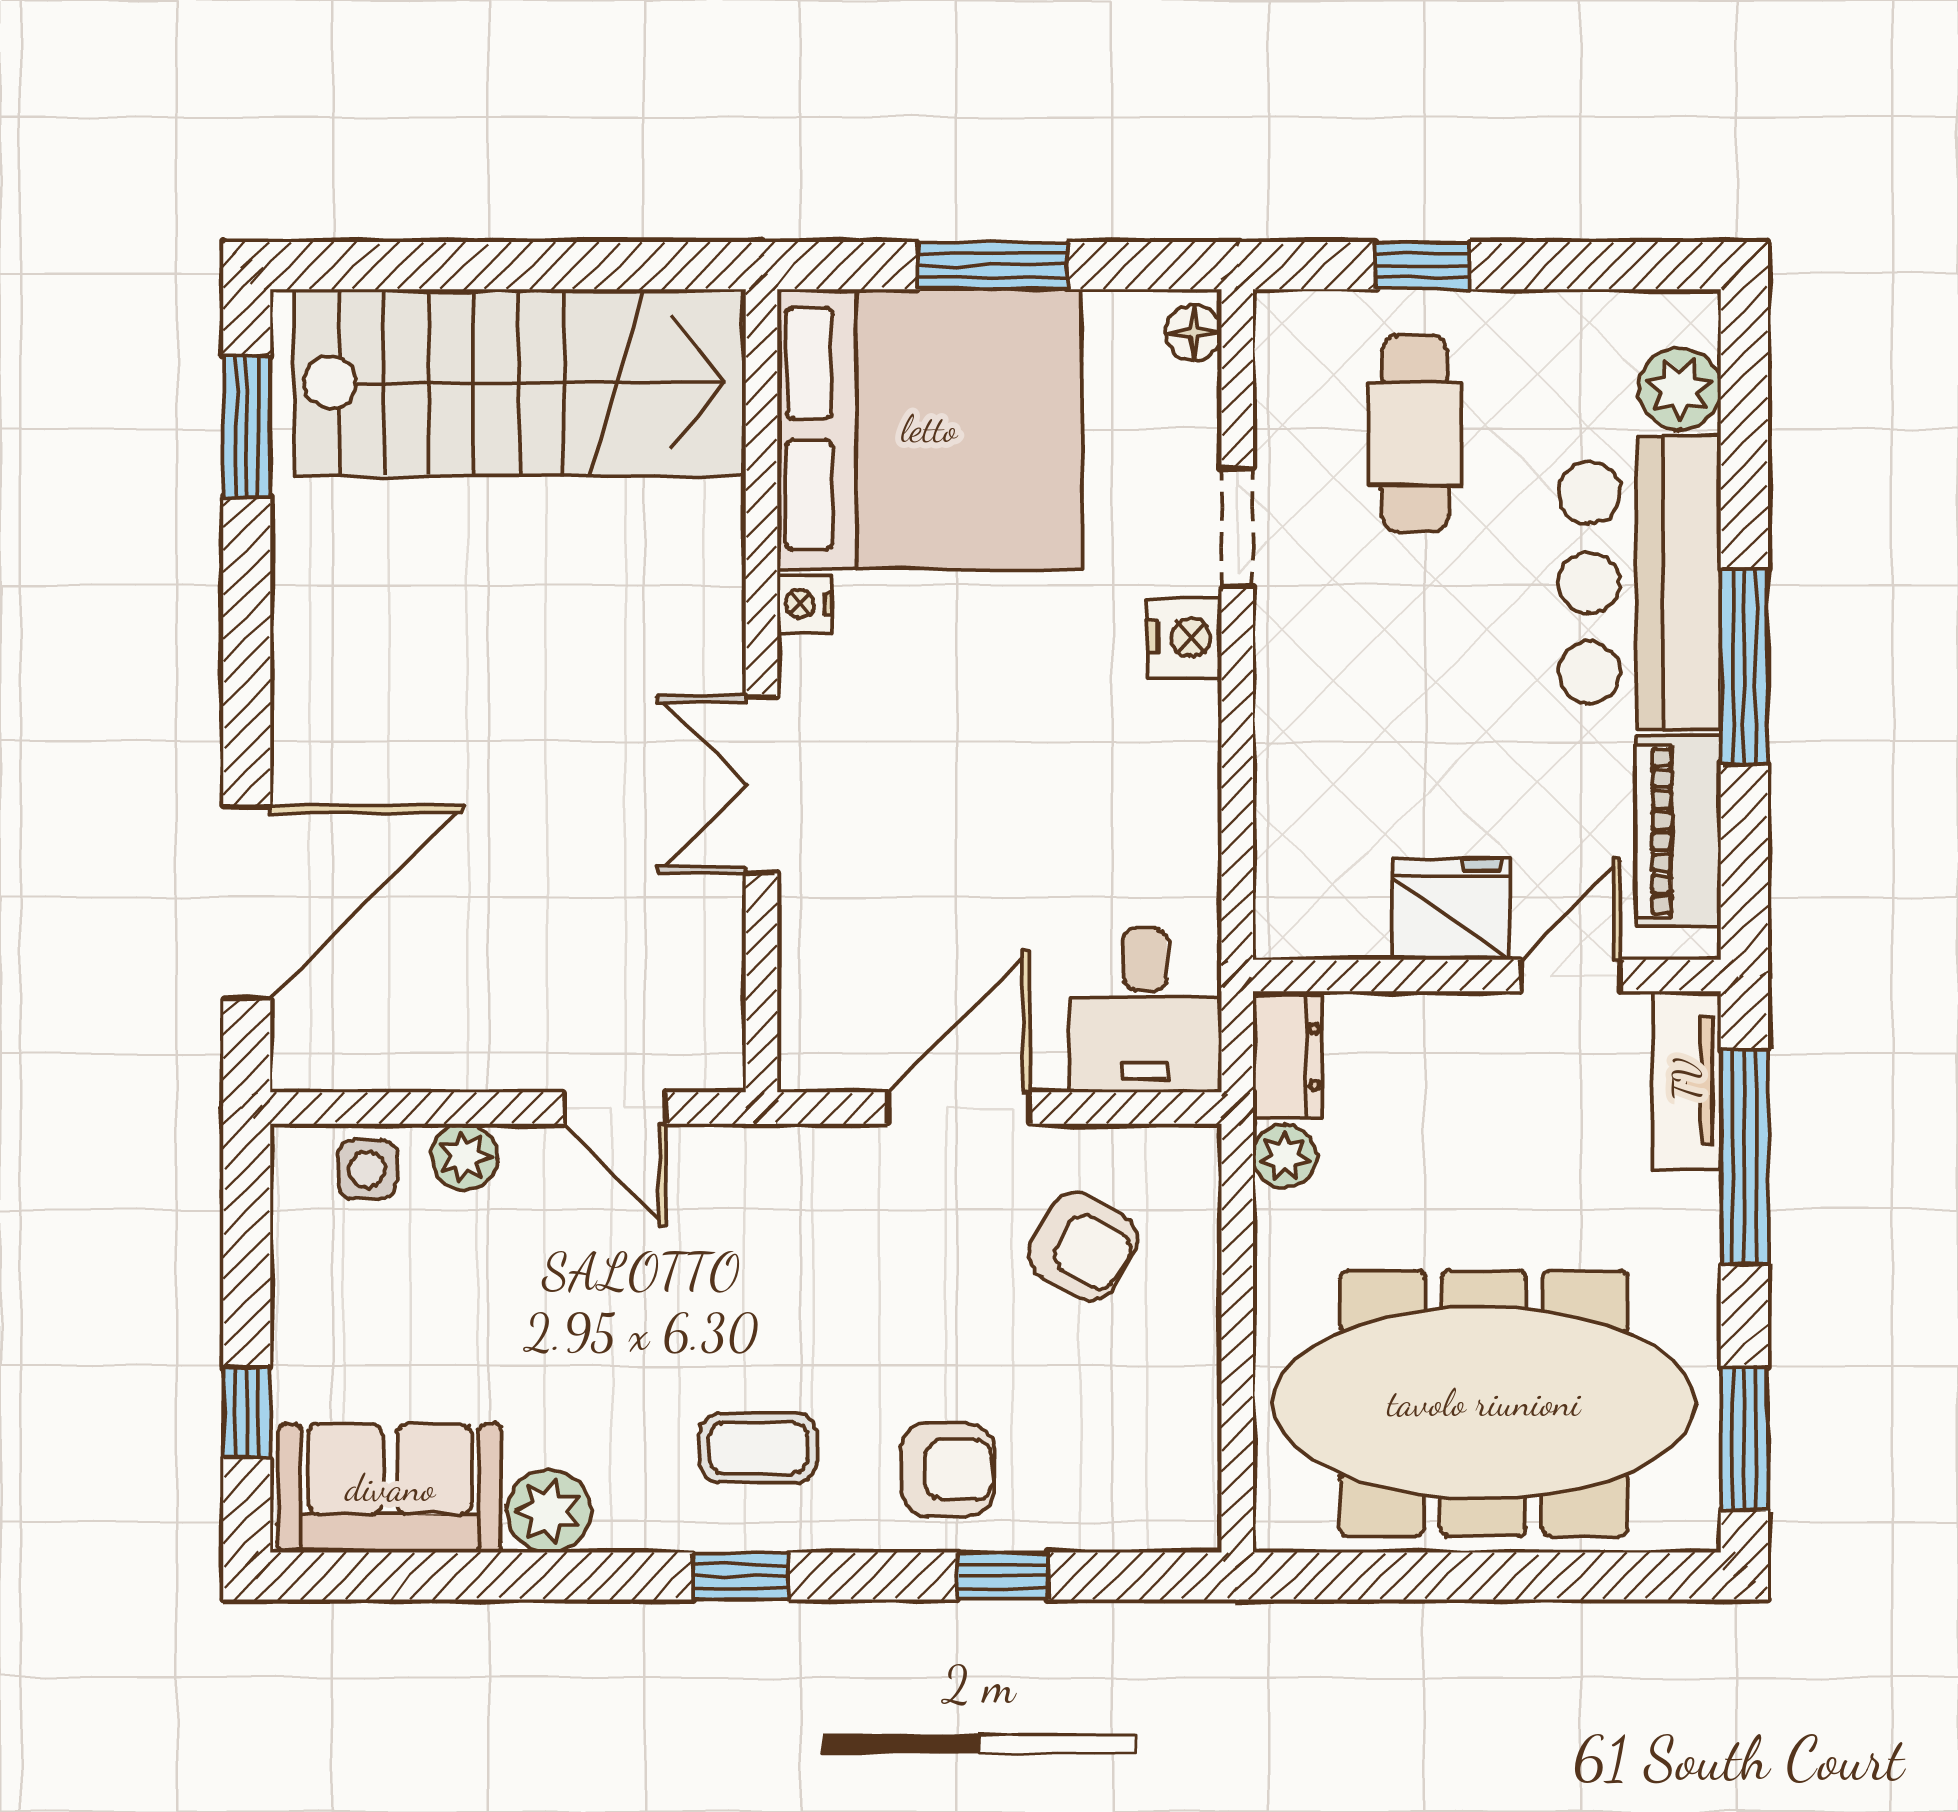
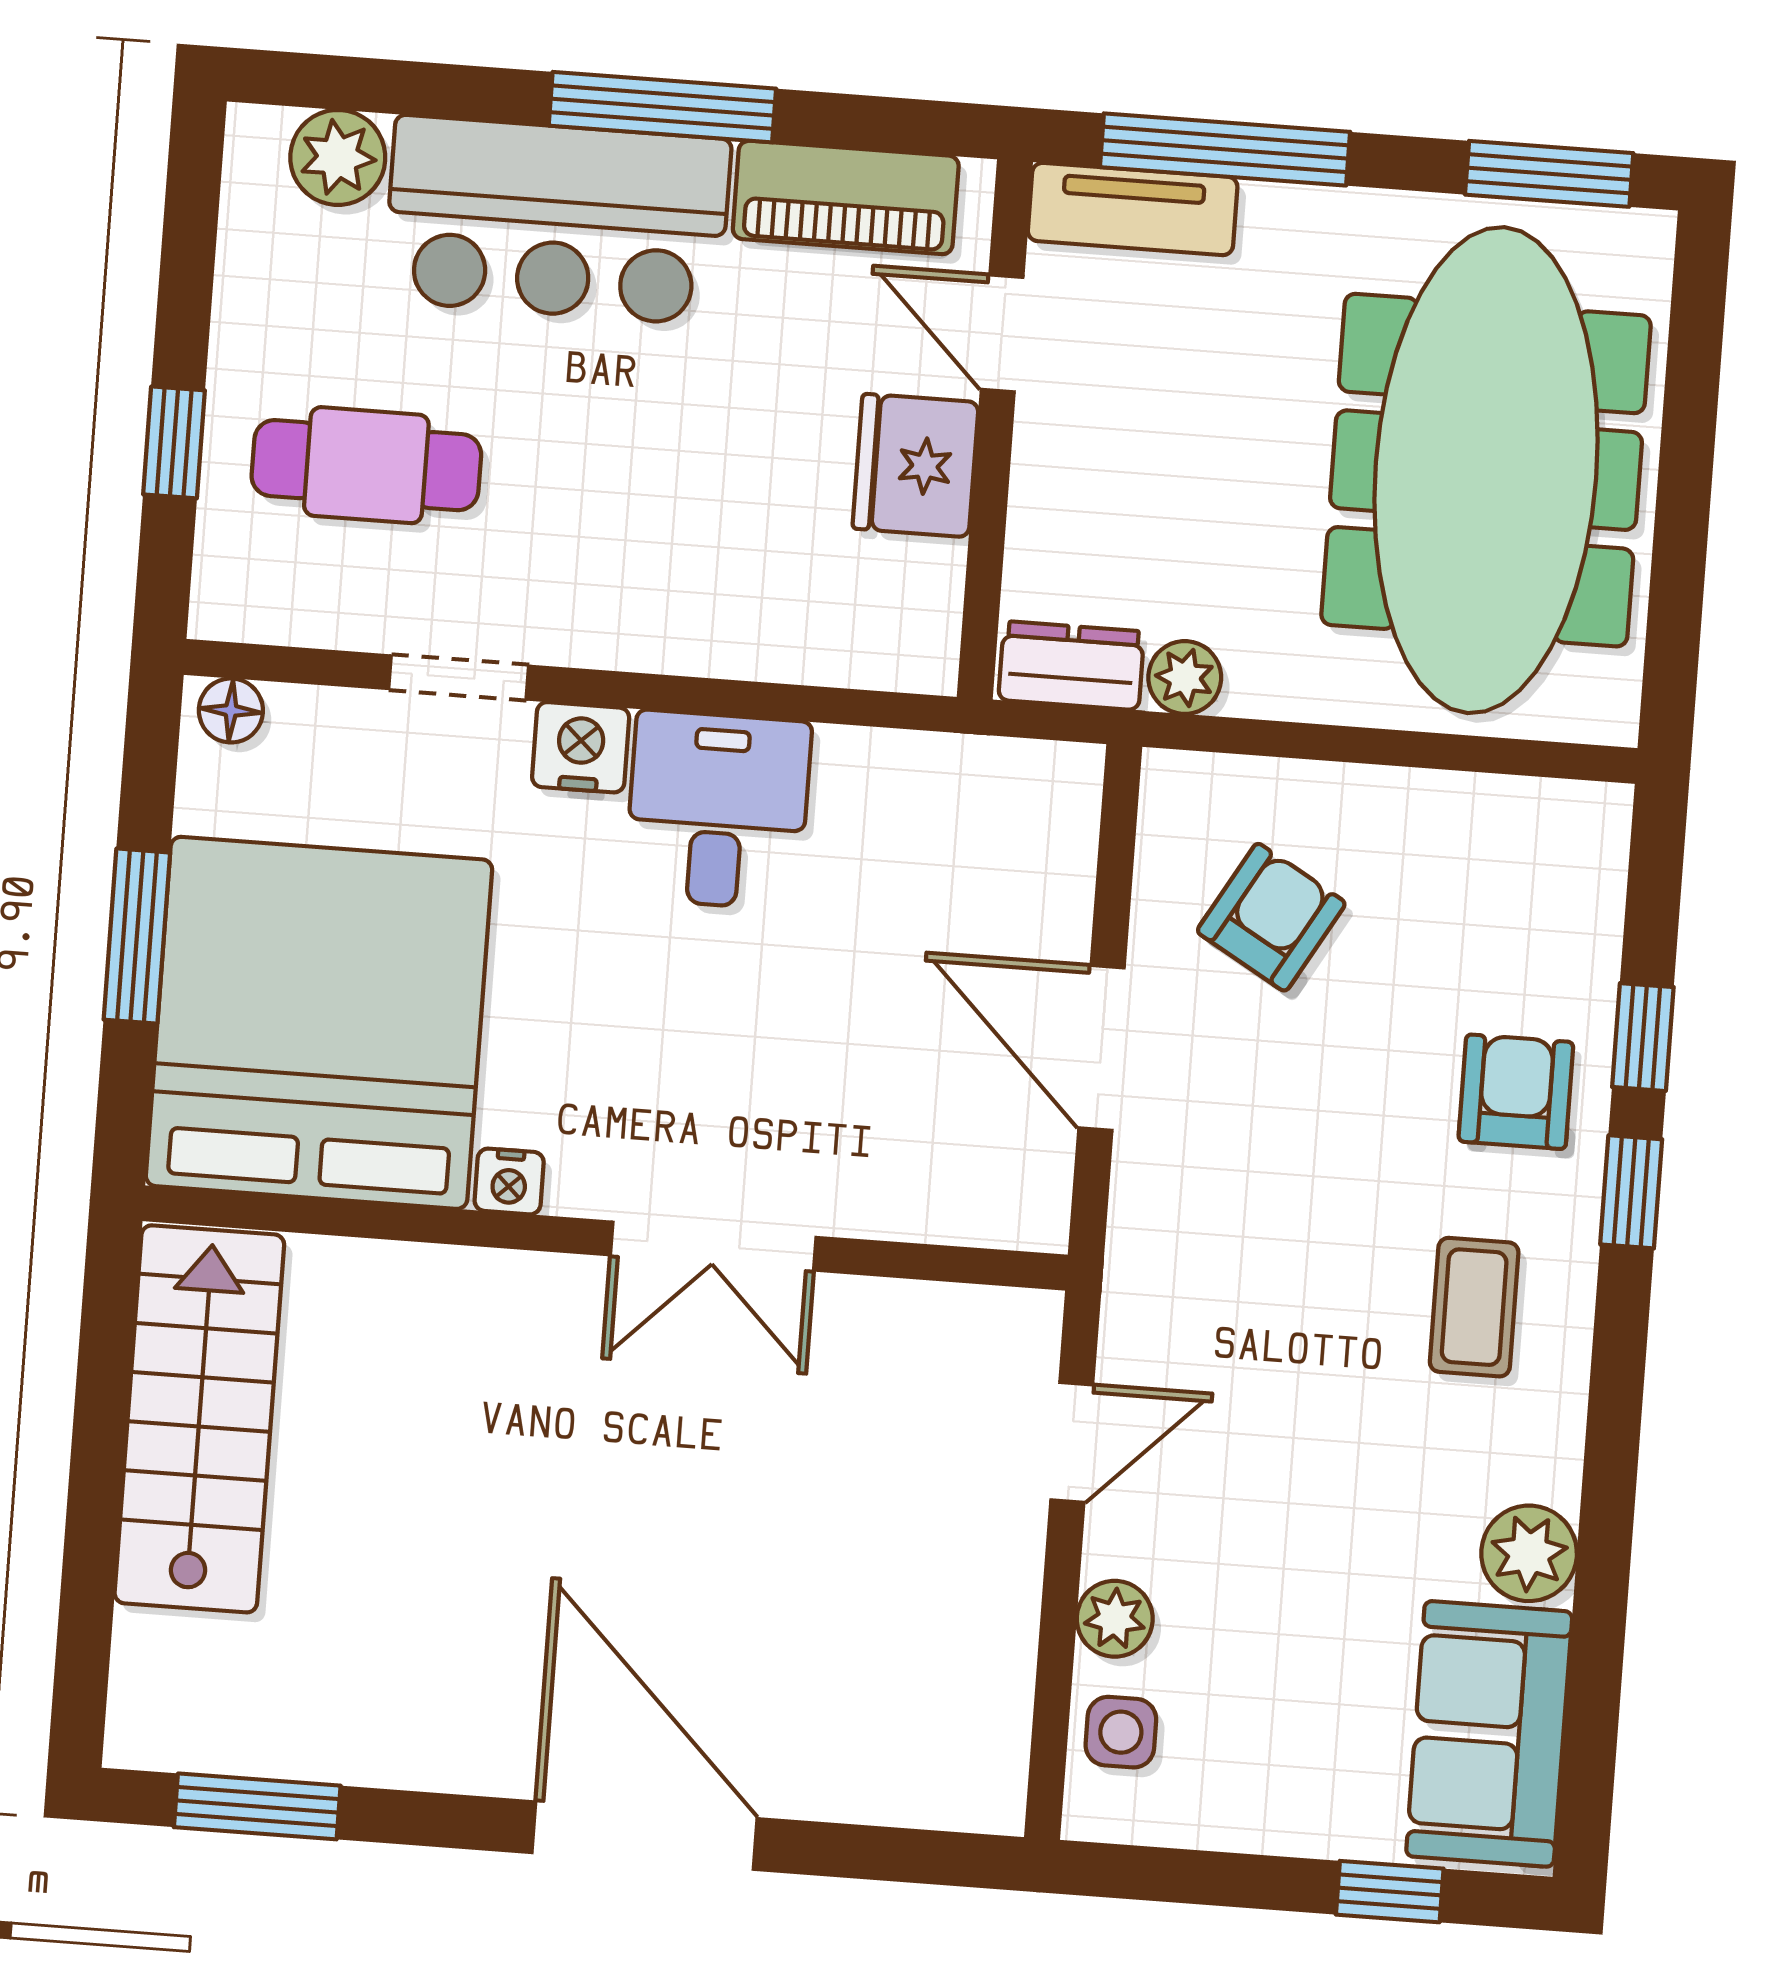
stairs: (519, 383) -> (199, 1419), width x0.73, depth x0.66
door: (247, 902) -> (644, 1836), moved
desk: (1145, 1010) -> (718, 810), moved, turned -90
window: (741, 1576) -> (1631, 1192), moved

